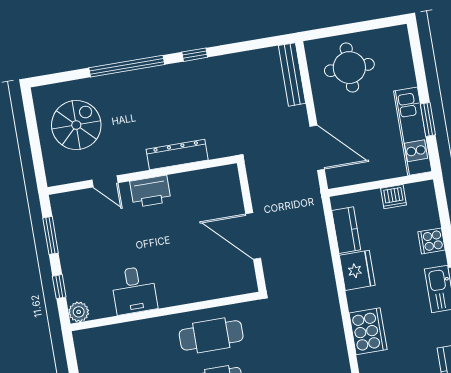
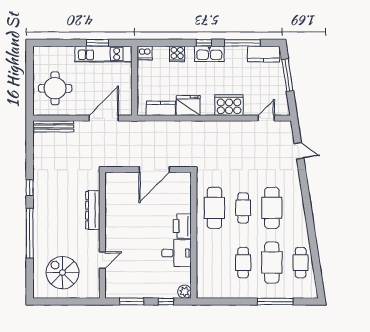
printer: (150, 191) -> (182, 226), moved, turned 180
dishwasher: (394, 197) -> (145, 53), moved, turned 90

